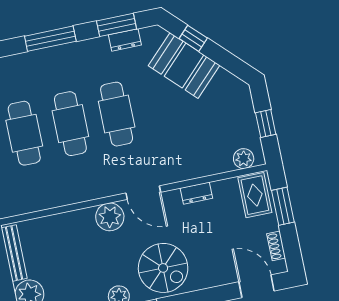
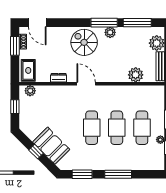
window: (193, 38) -> (36, 152), moved
dresser: (125, 40) -> (79, 166), removed
window: (283, 206) -> (15, 46), moved
plant: (110, 217) -> (136, 75), moved

